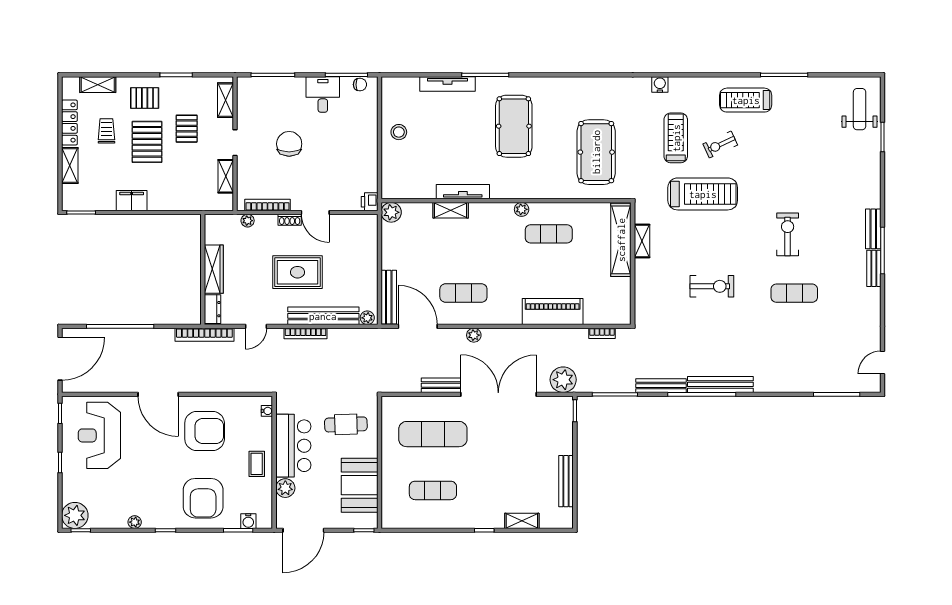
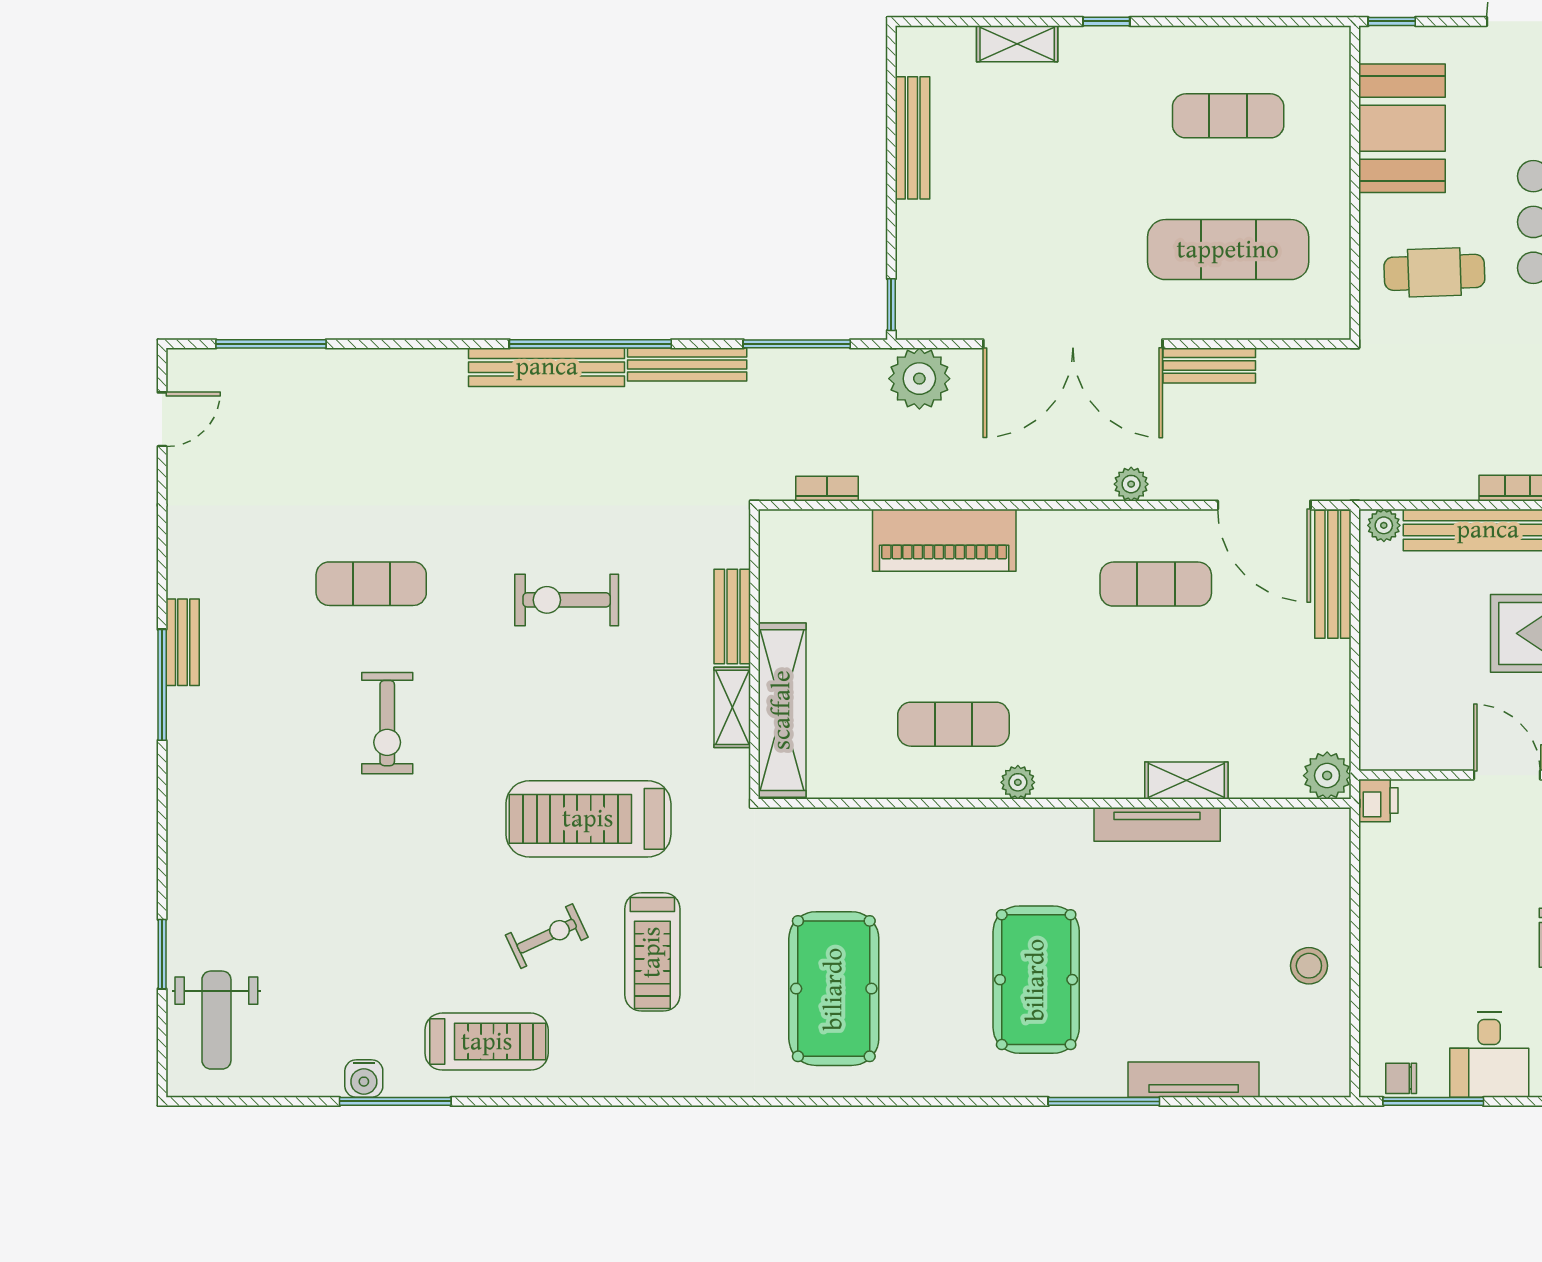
water cooler: (660, 84) -> (364, 1079), moved
pool table: (596, 152) -> (834, 989), moved
bench: (873, 229) -> (732, 617), moved

